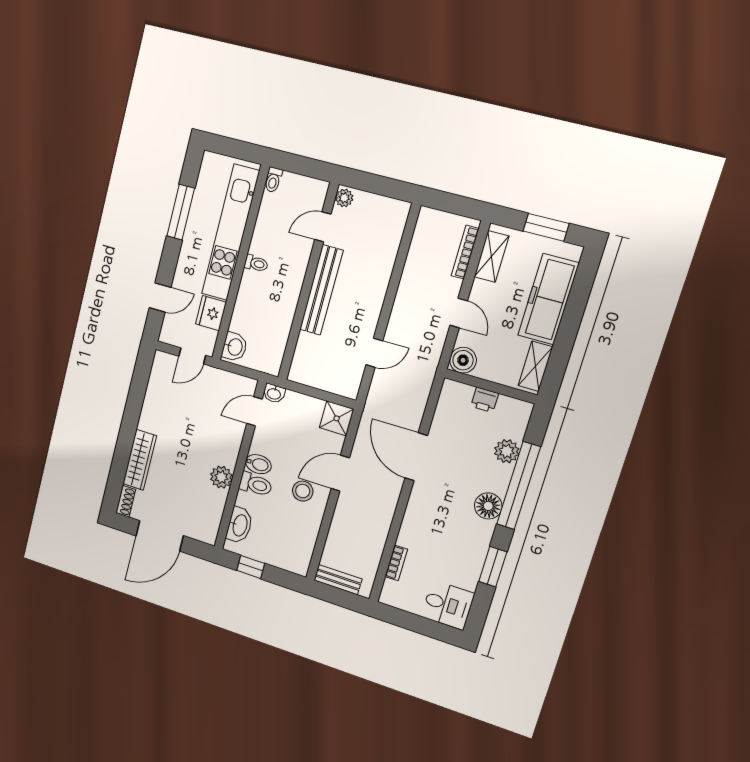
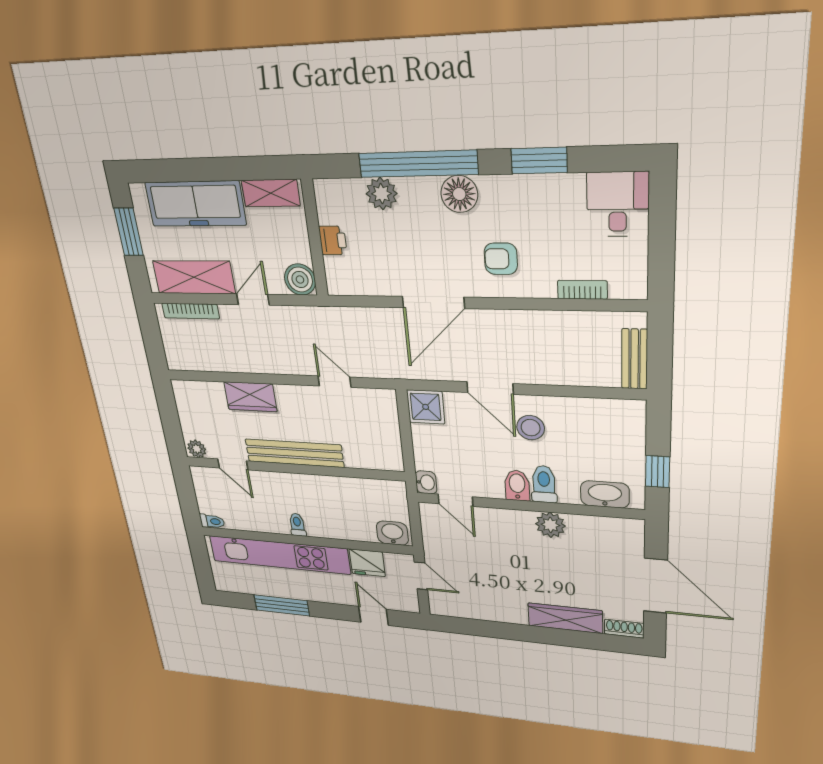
shelving: (491, 256) -> (194, 277), width x1.50, depth x1.33
wardrobe: (379, 273) -> (250, 397), added
armchair: (434, 517) -> (501, 259), added

